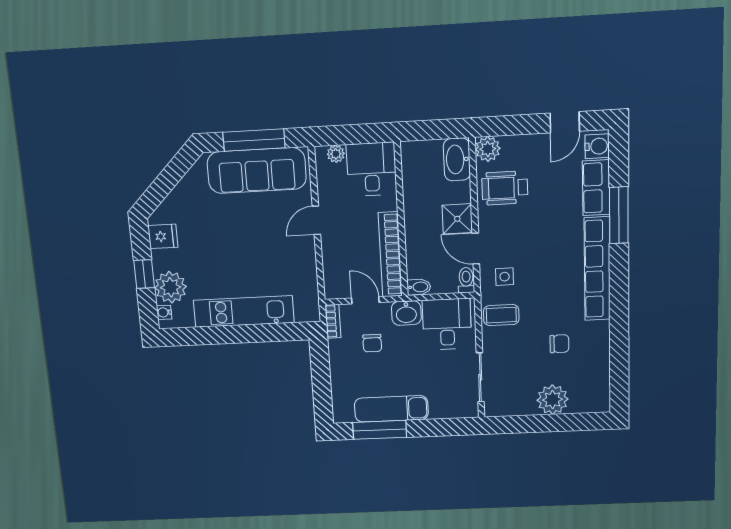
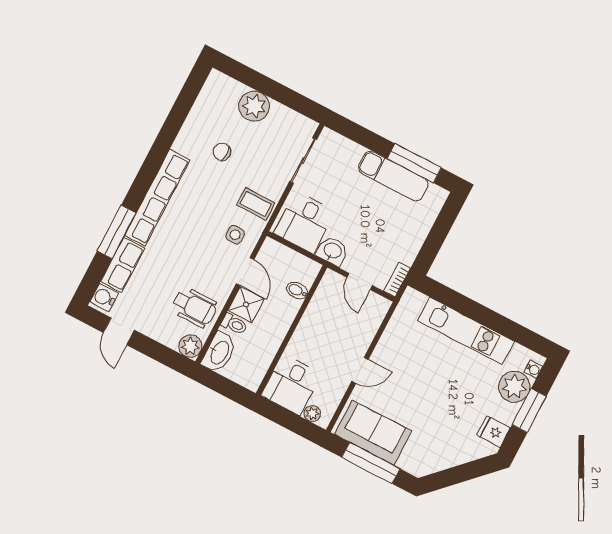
door: (565, 122) -> (119, 331), swing flipped
sofa: (257, 171) -> (373, 433), width x0.73
bookcase: (390, 254) -> (317, 307), removed
window: (144, 274) -> (529, 410), width x1.50
toilet: (466, 280) -> (234, 324), moved, turned -90
bidet: (419, 287) -> (297, 290), moved
chair: (372, 343) -> (376, 242), removed

